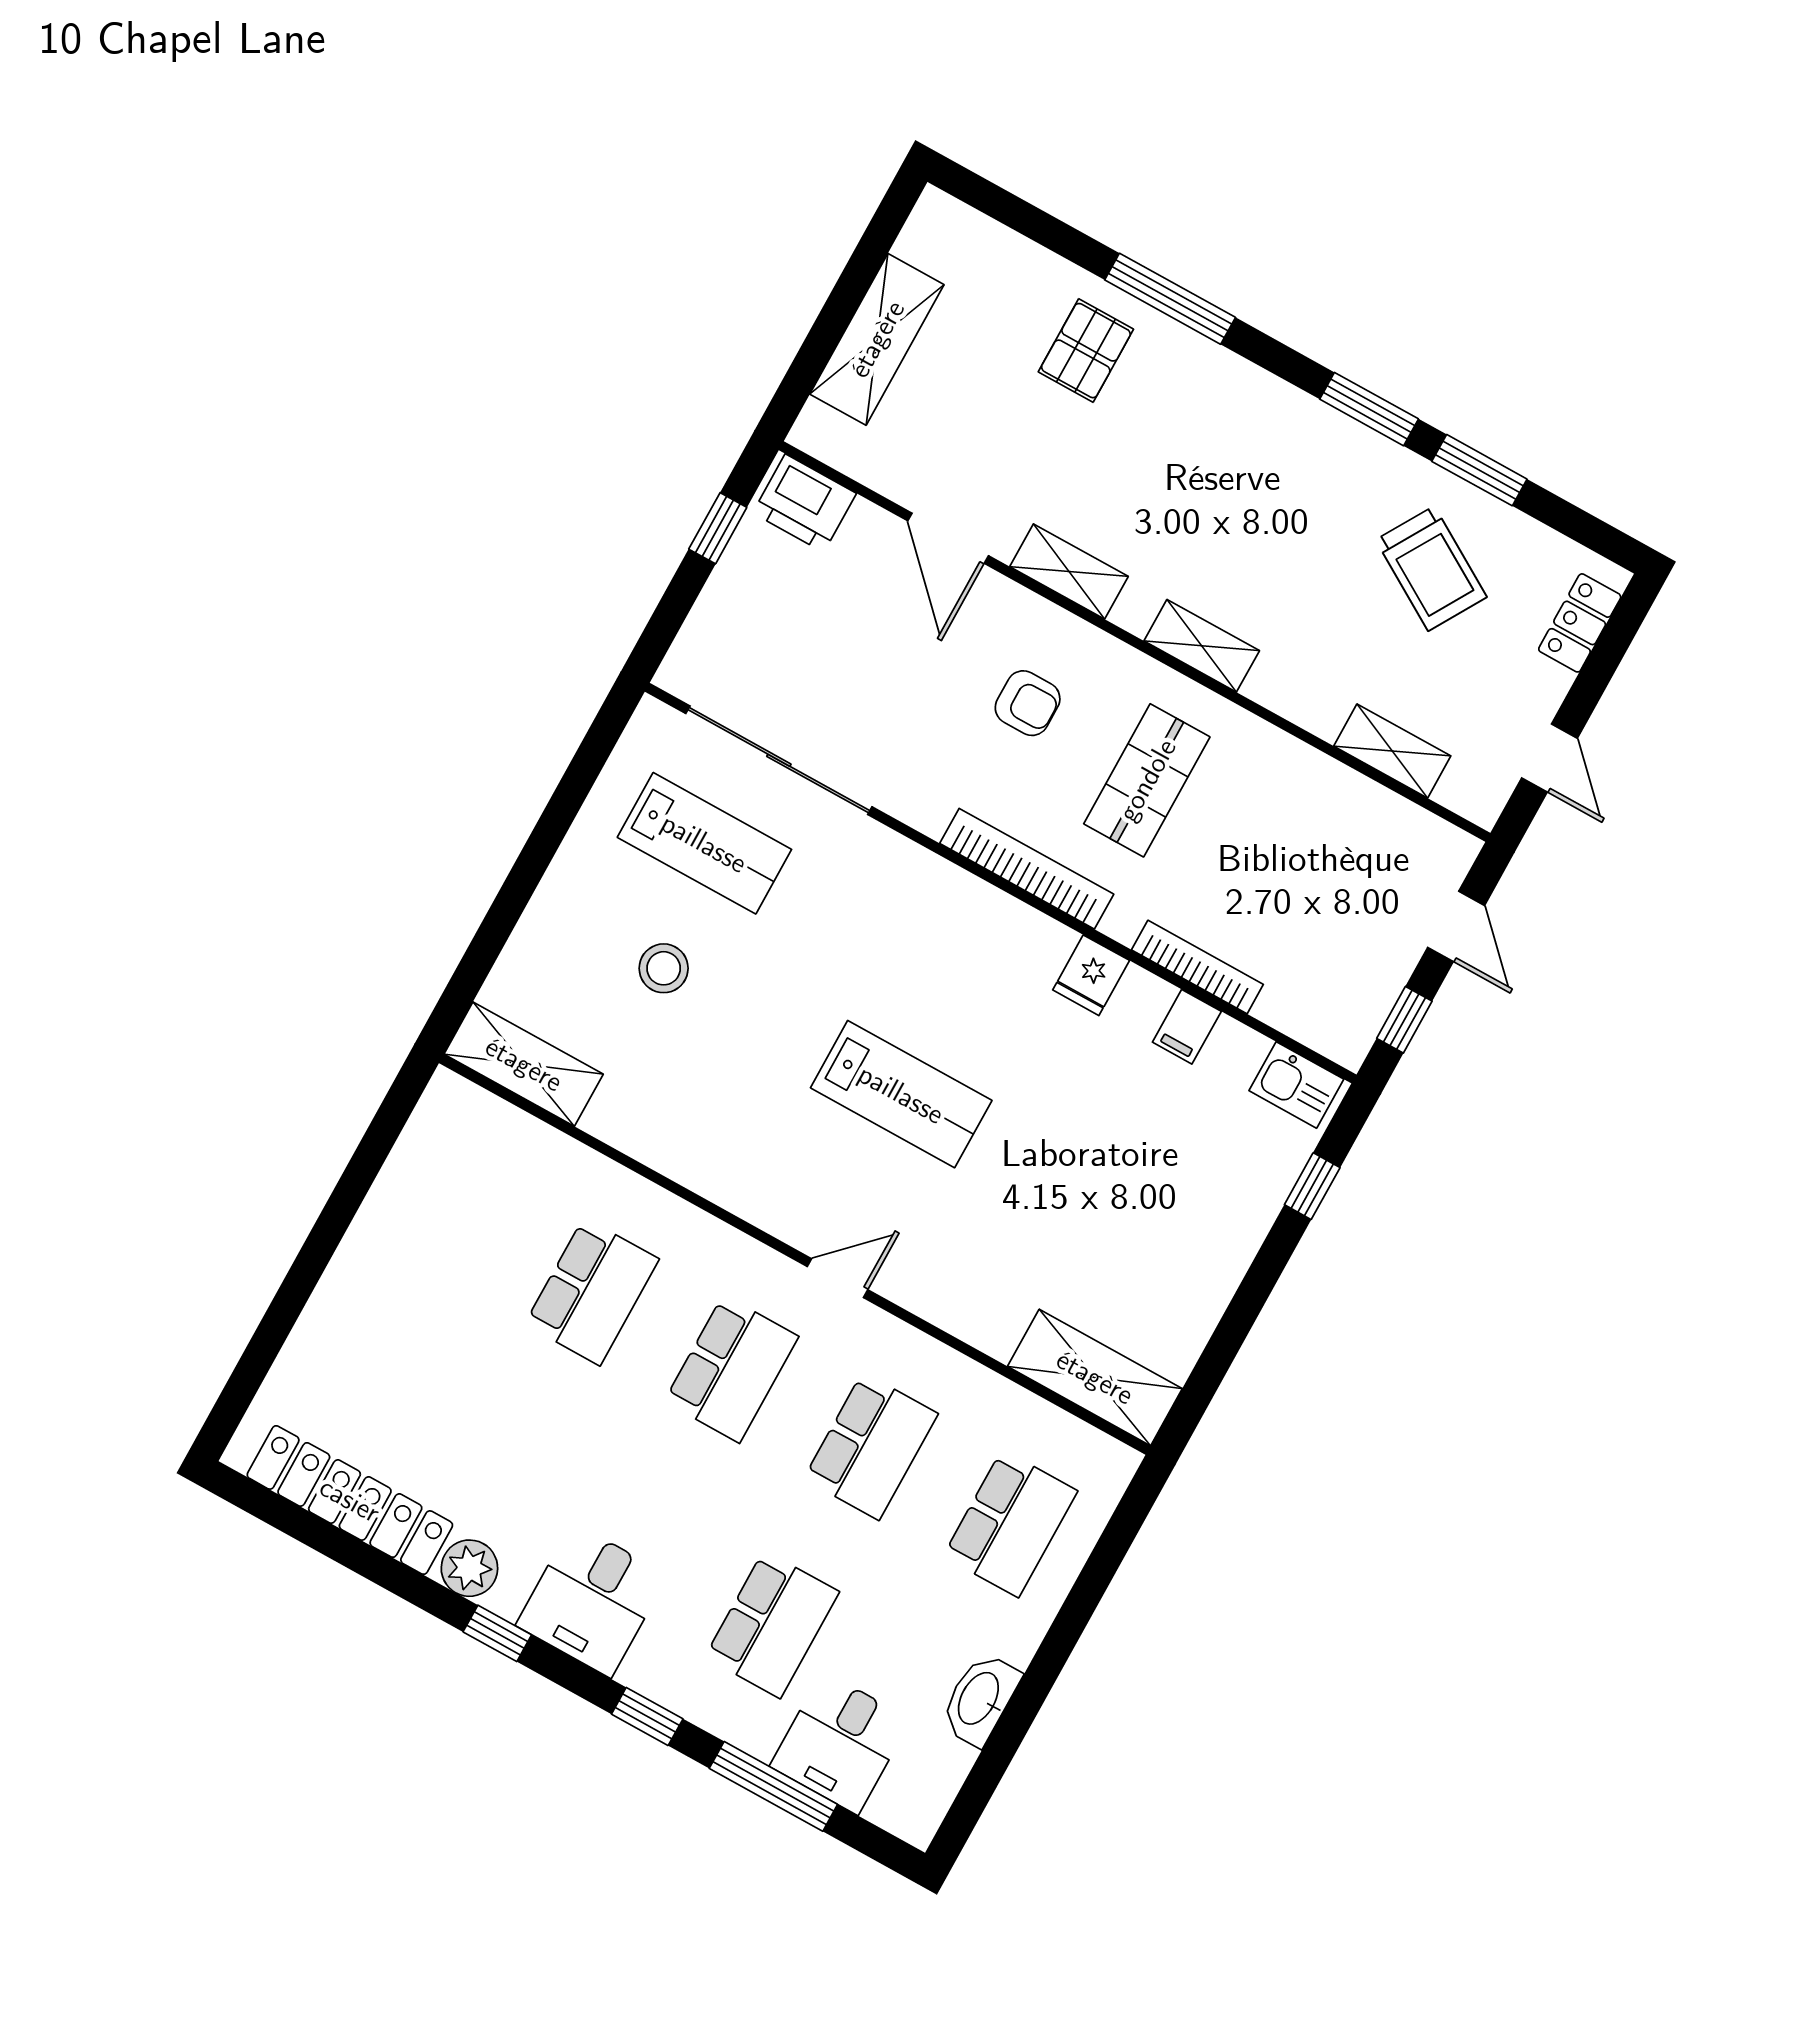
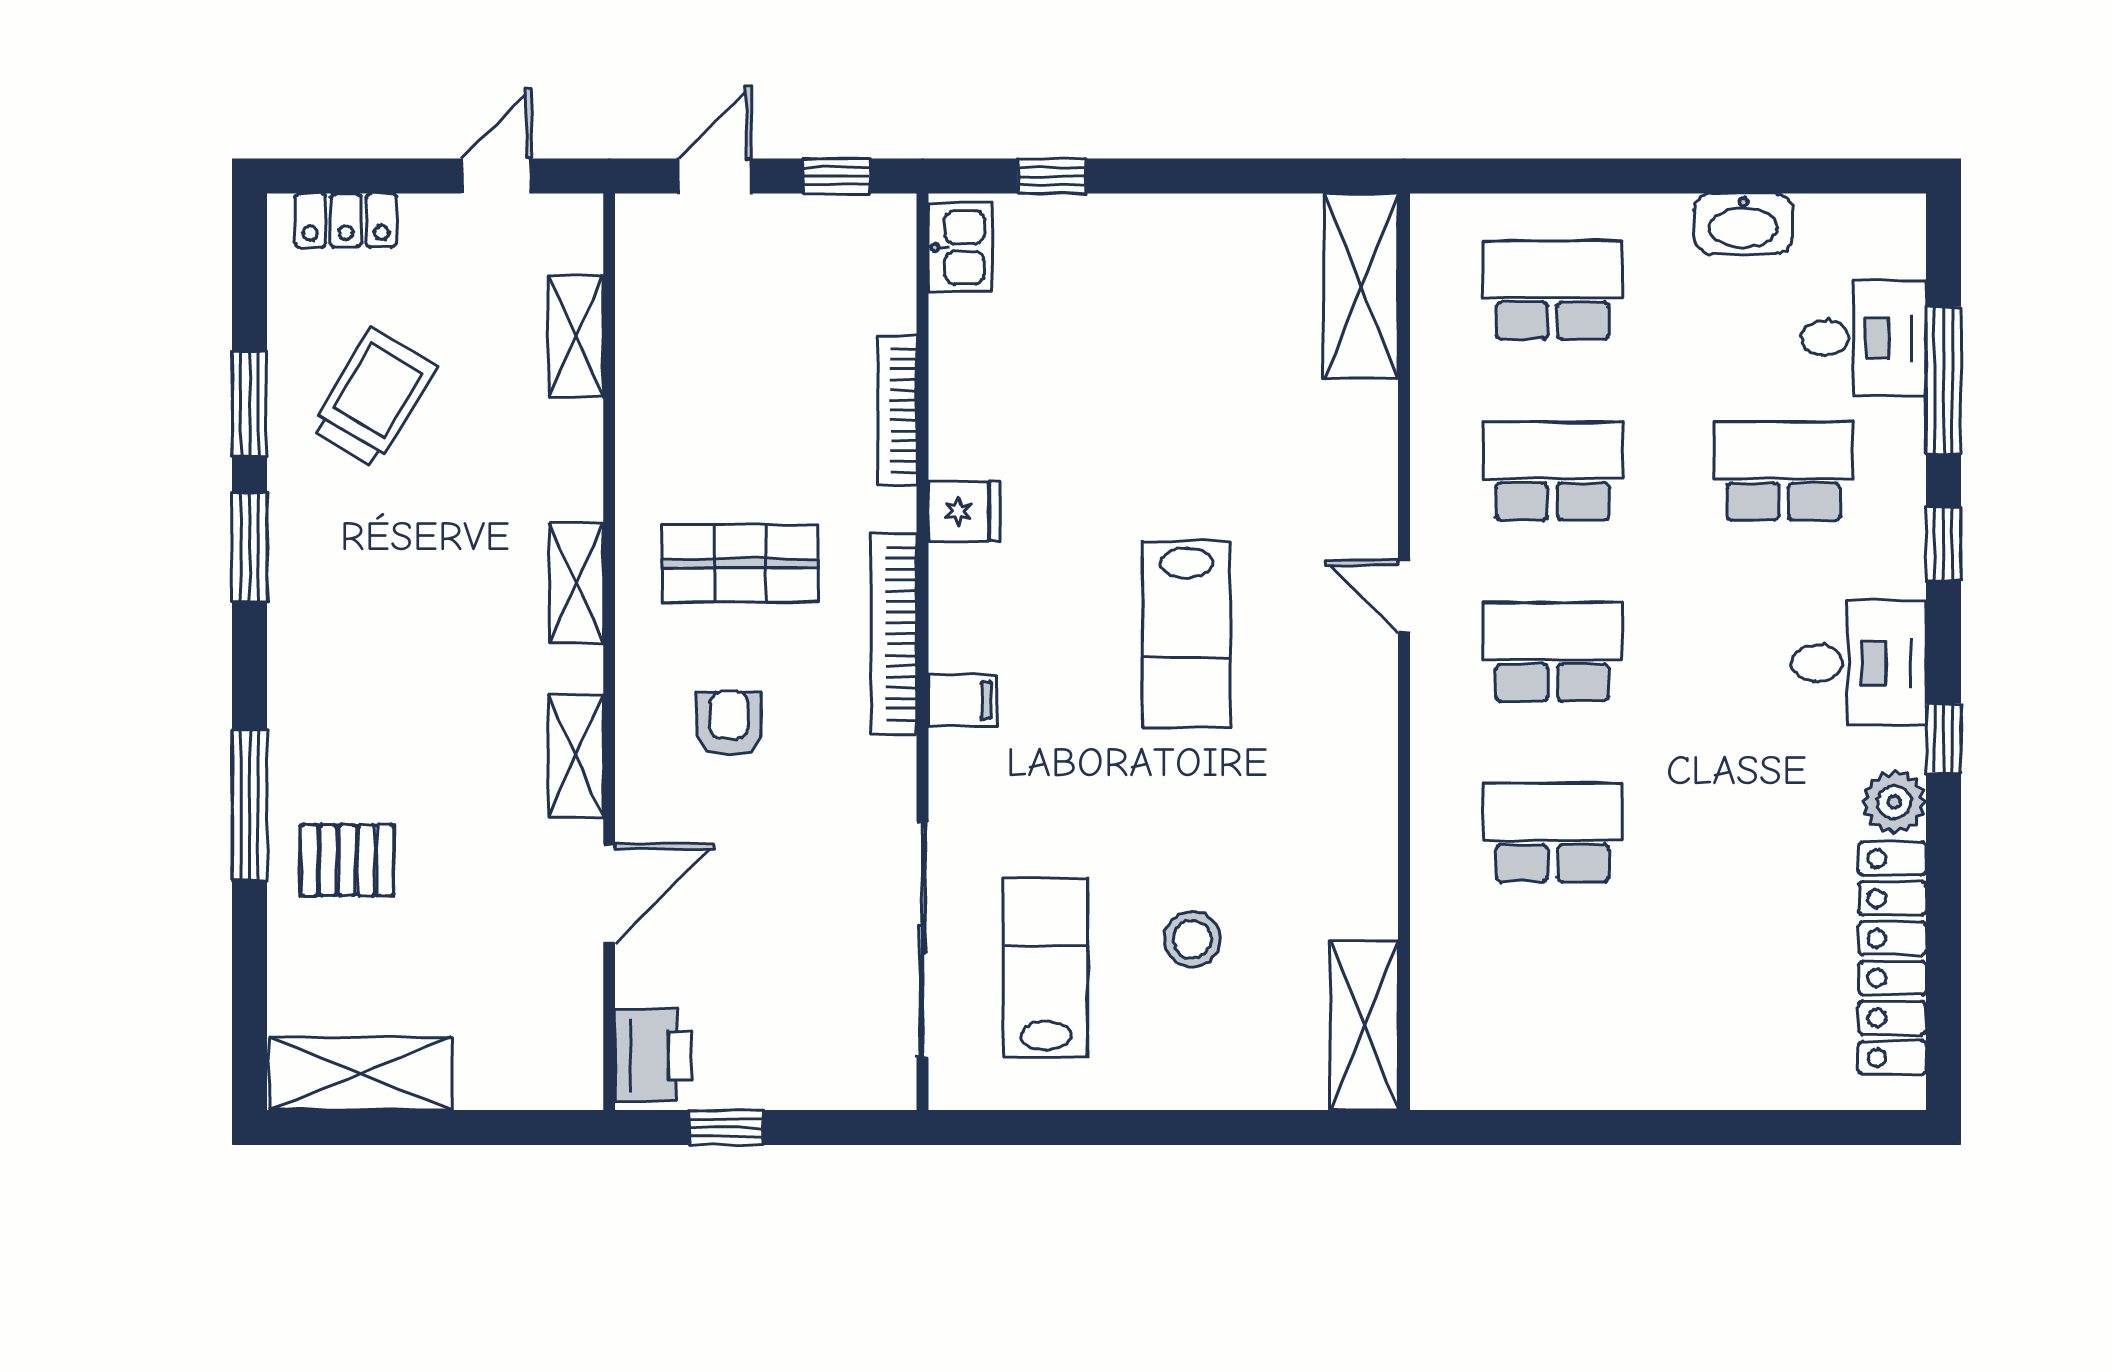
shelving: (877, 339) -> (361, 1074), moved
filing cabinet: (1187, 1027) -> (963, 700), moved
lab bench: (901, 1094) -> (1186, 634), turned 180

